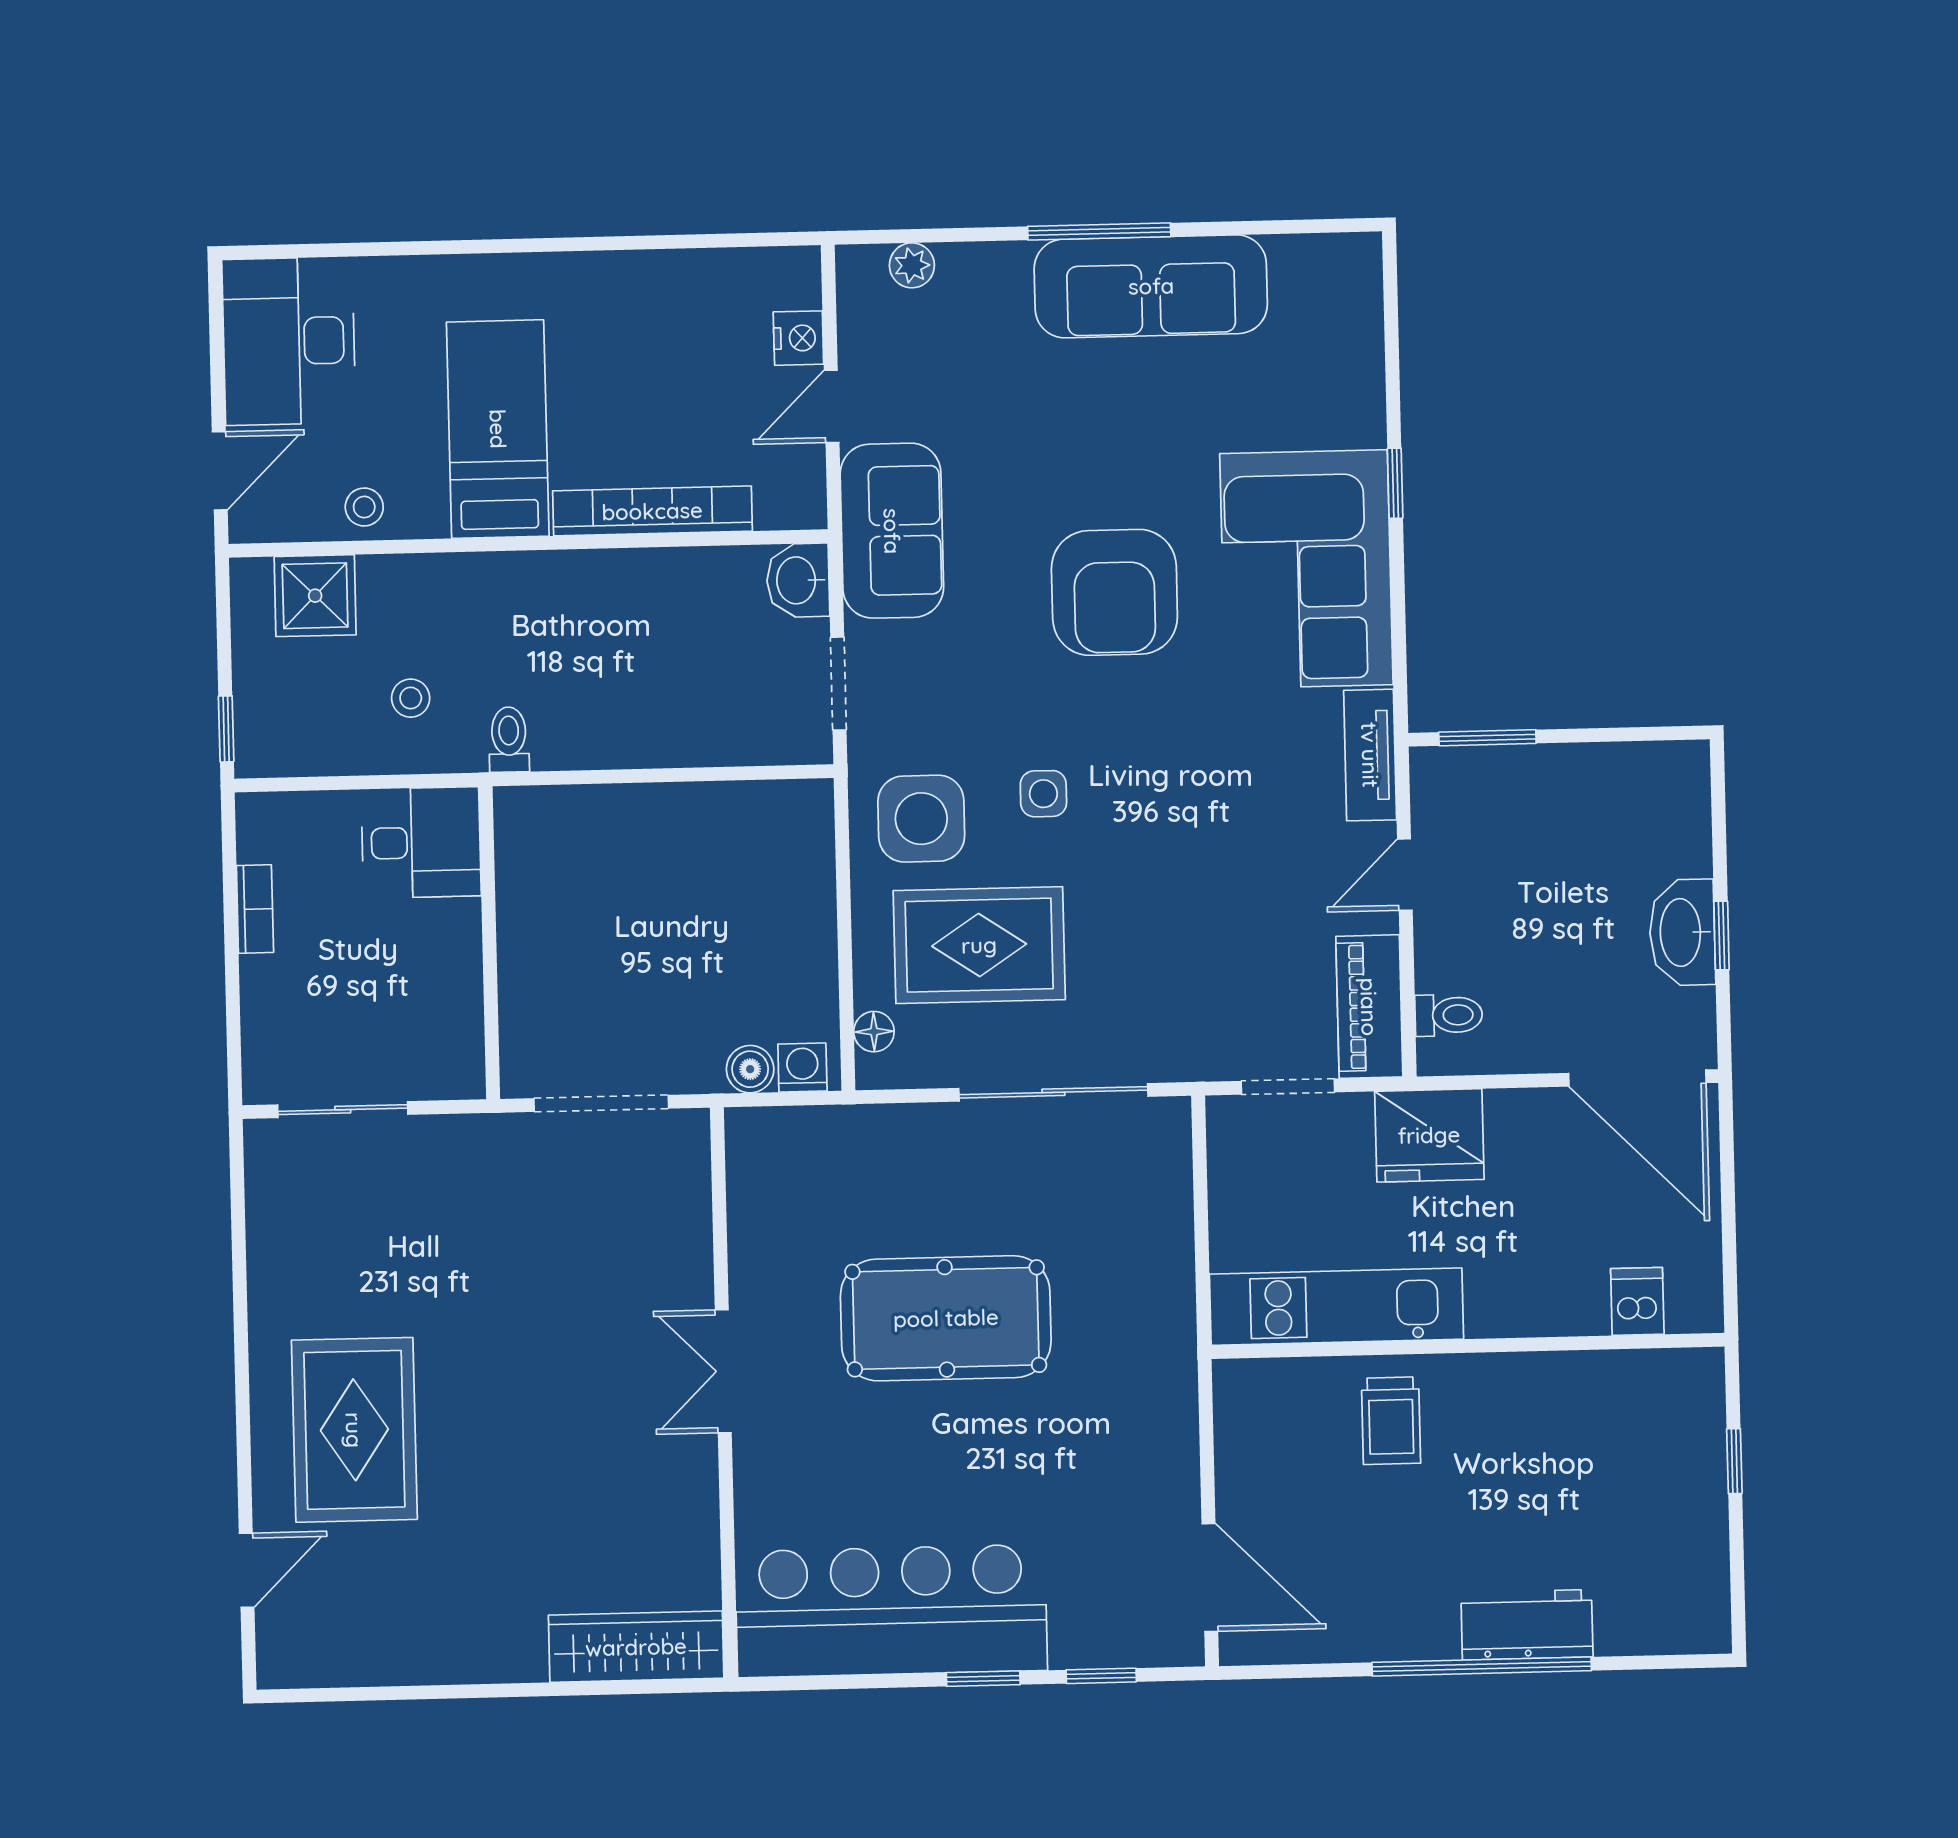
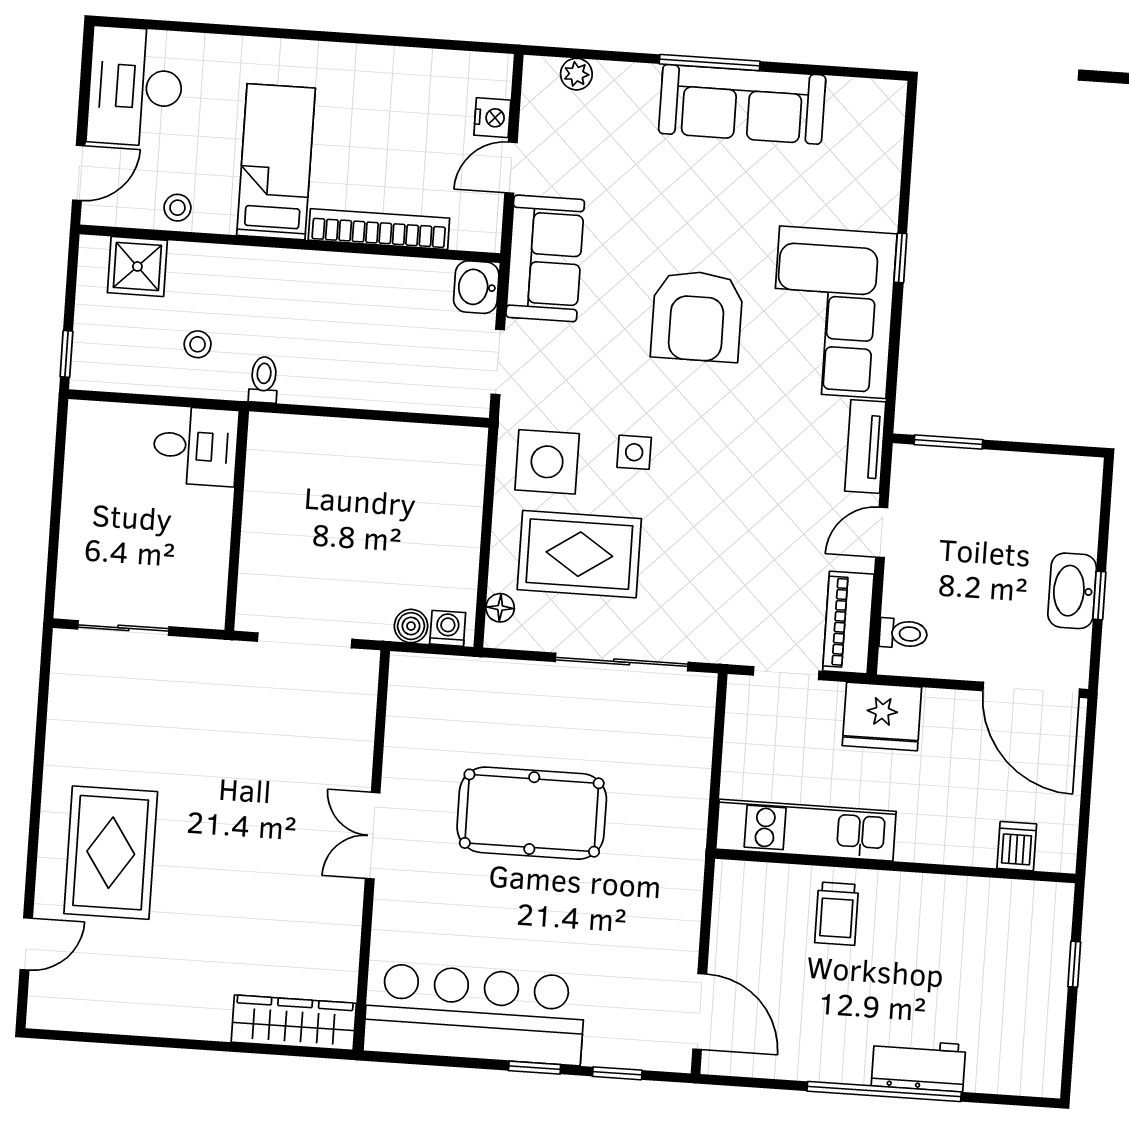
bookcase: (255, 909) -> (75, 482), removed

